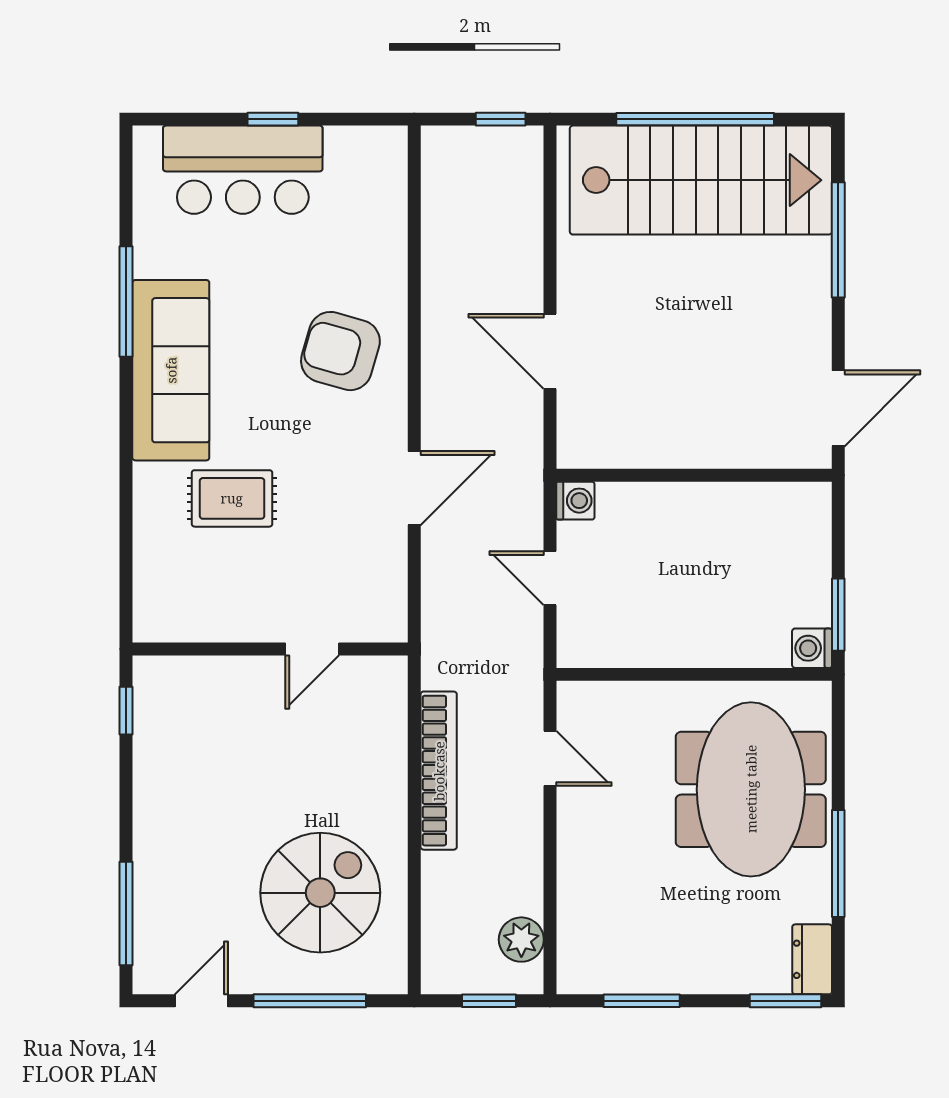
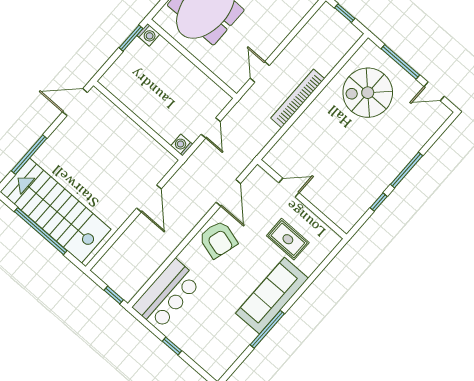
window: (501, 119) -> (114, 295), moved
bar counter: (243, 170) -> (167, 295), moved, turned 90
armchair: (340, 351) -> (218, 239), moved
door: (414, 488) -> (228, 193), swing flipped
wall: (270, 649) -> (302, 199), moved
door: (312, 649) -> (289, 188), moved
window: (126, 913) -> (407, 170), moved
plant: (521, 940) -> (318, 23), removed

